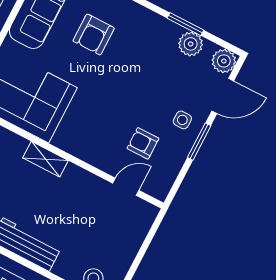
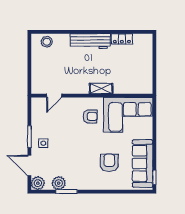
door: (223, 96) -> (29, 166), hinge flipped
armchair: (143, 143) -> (90, 116), moved

